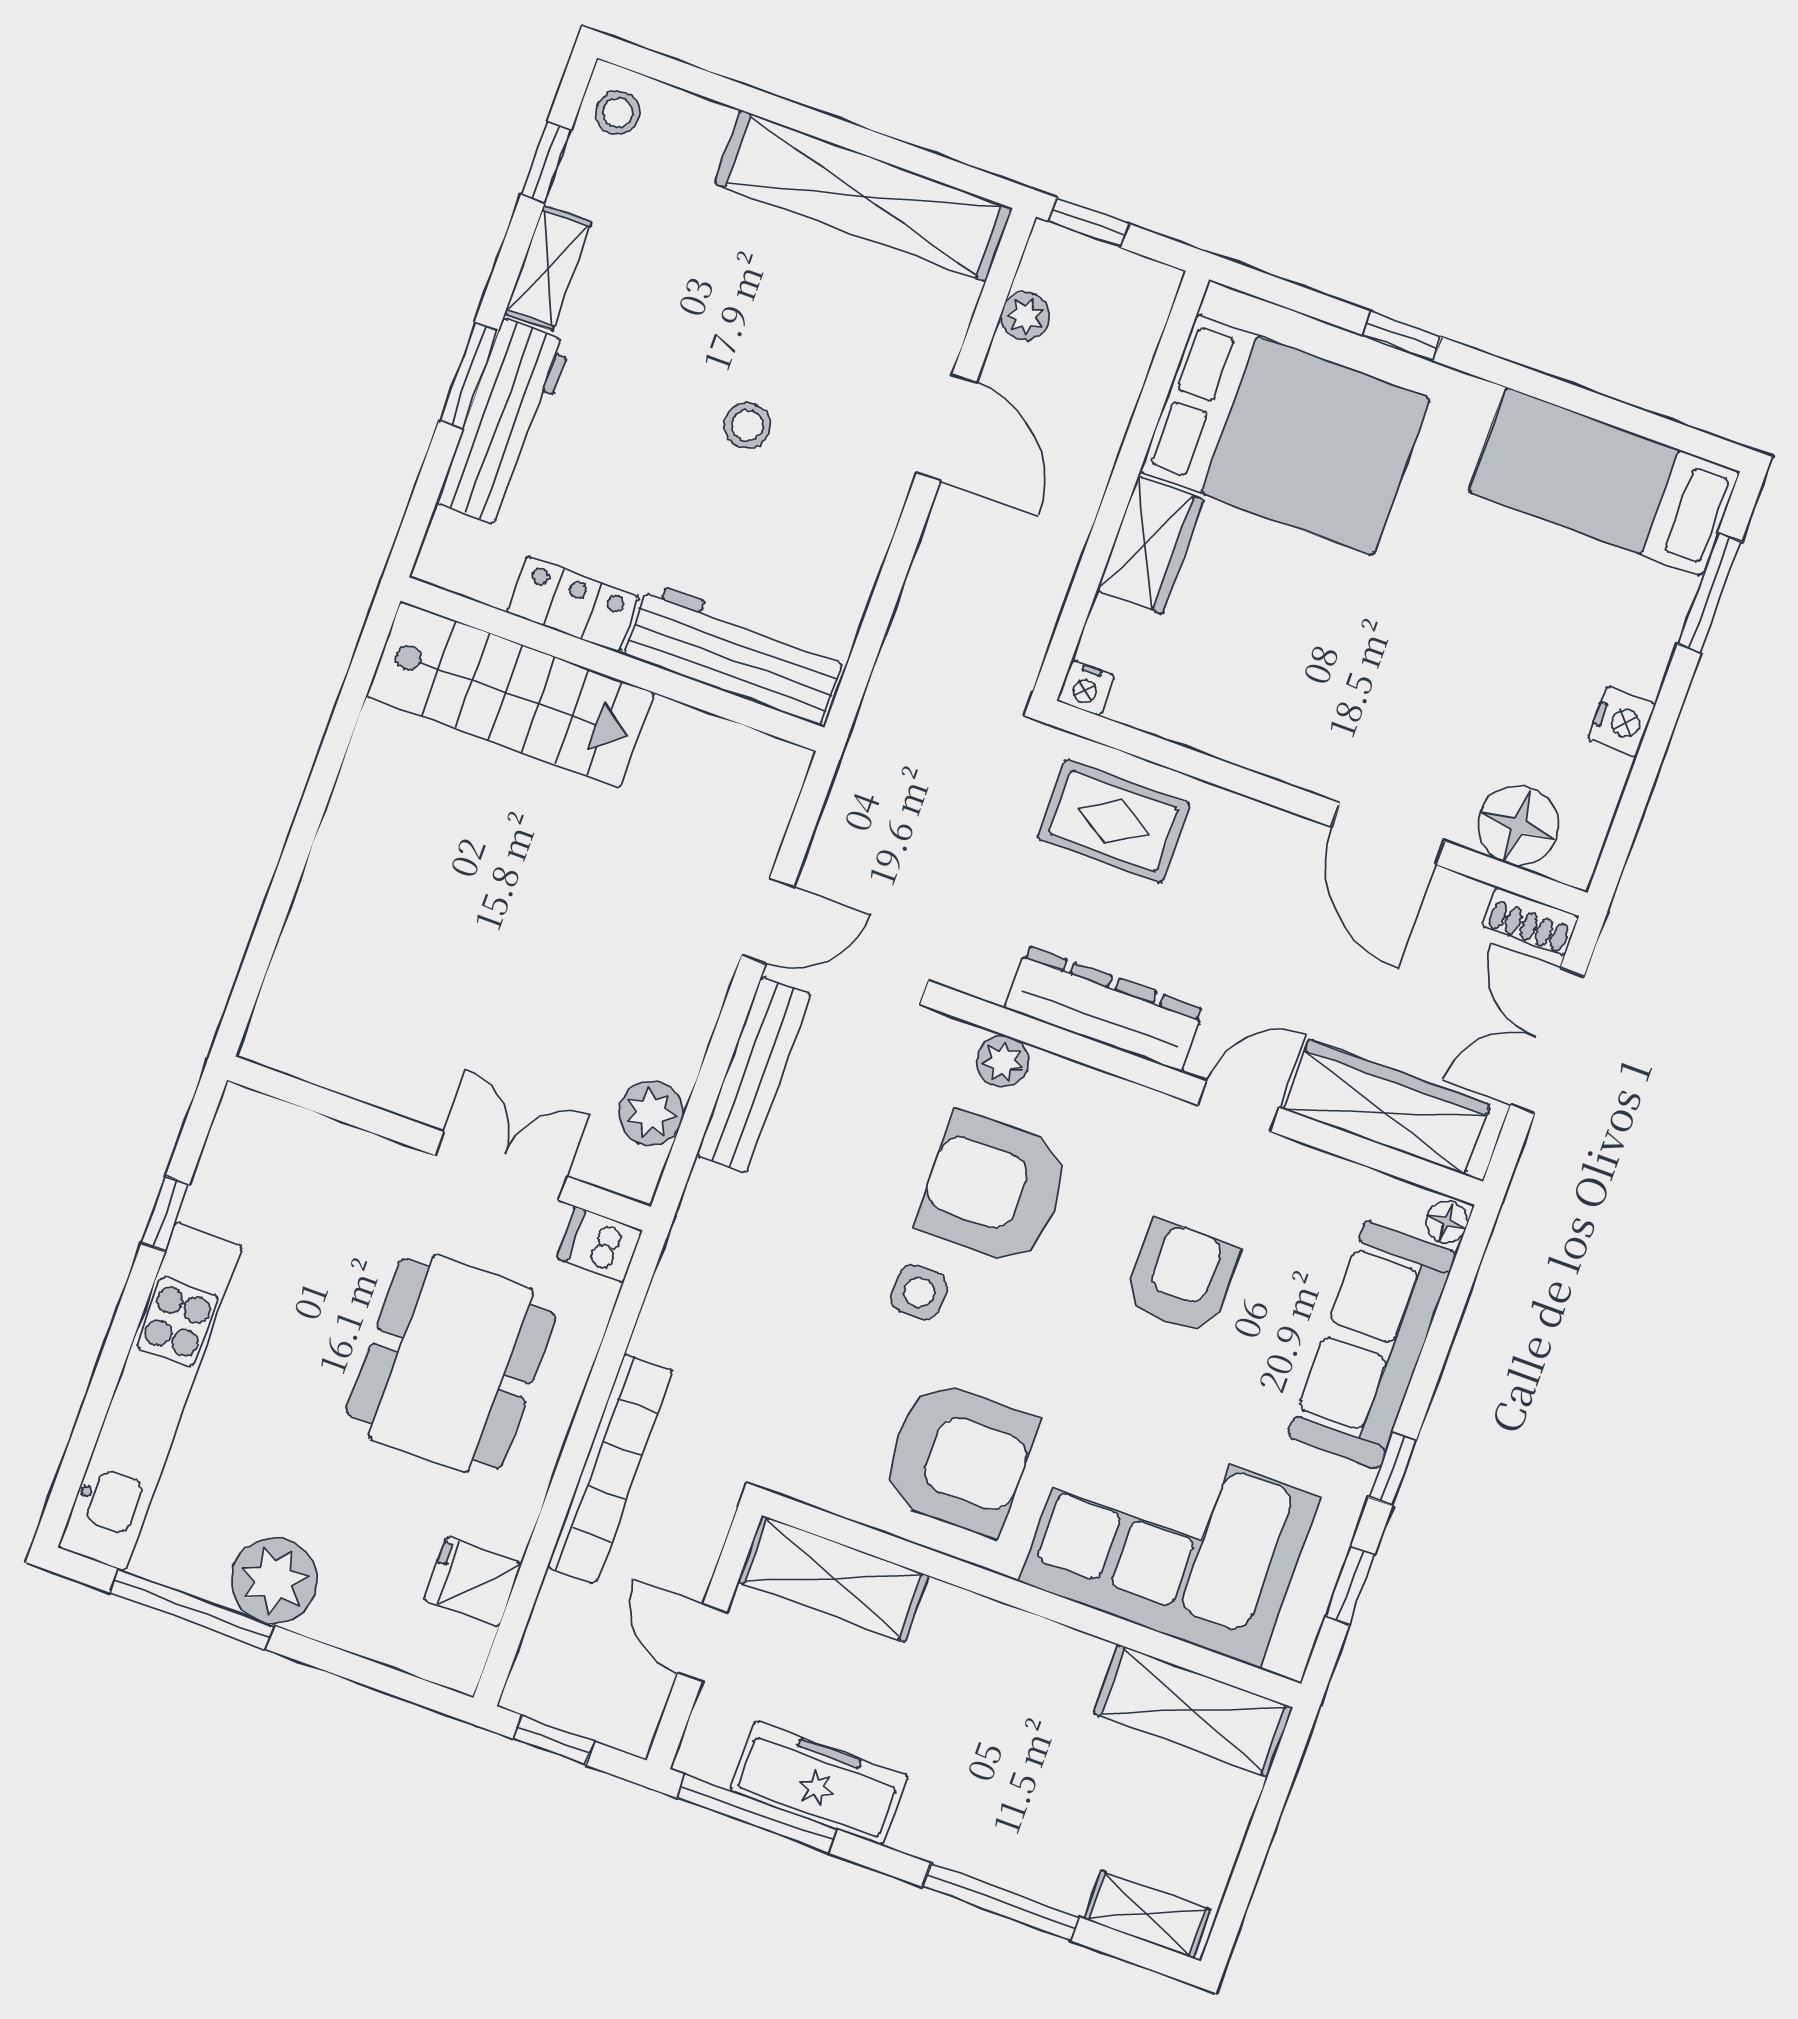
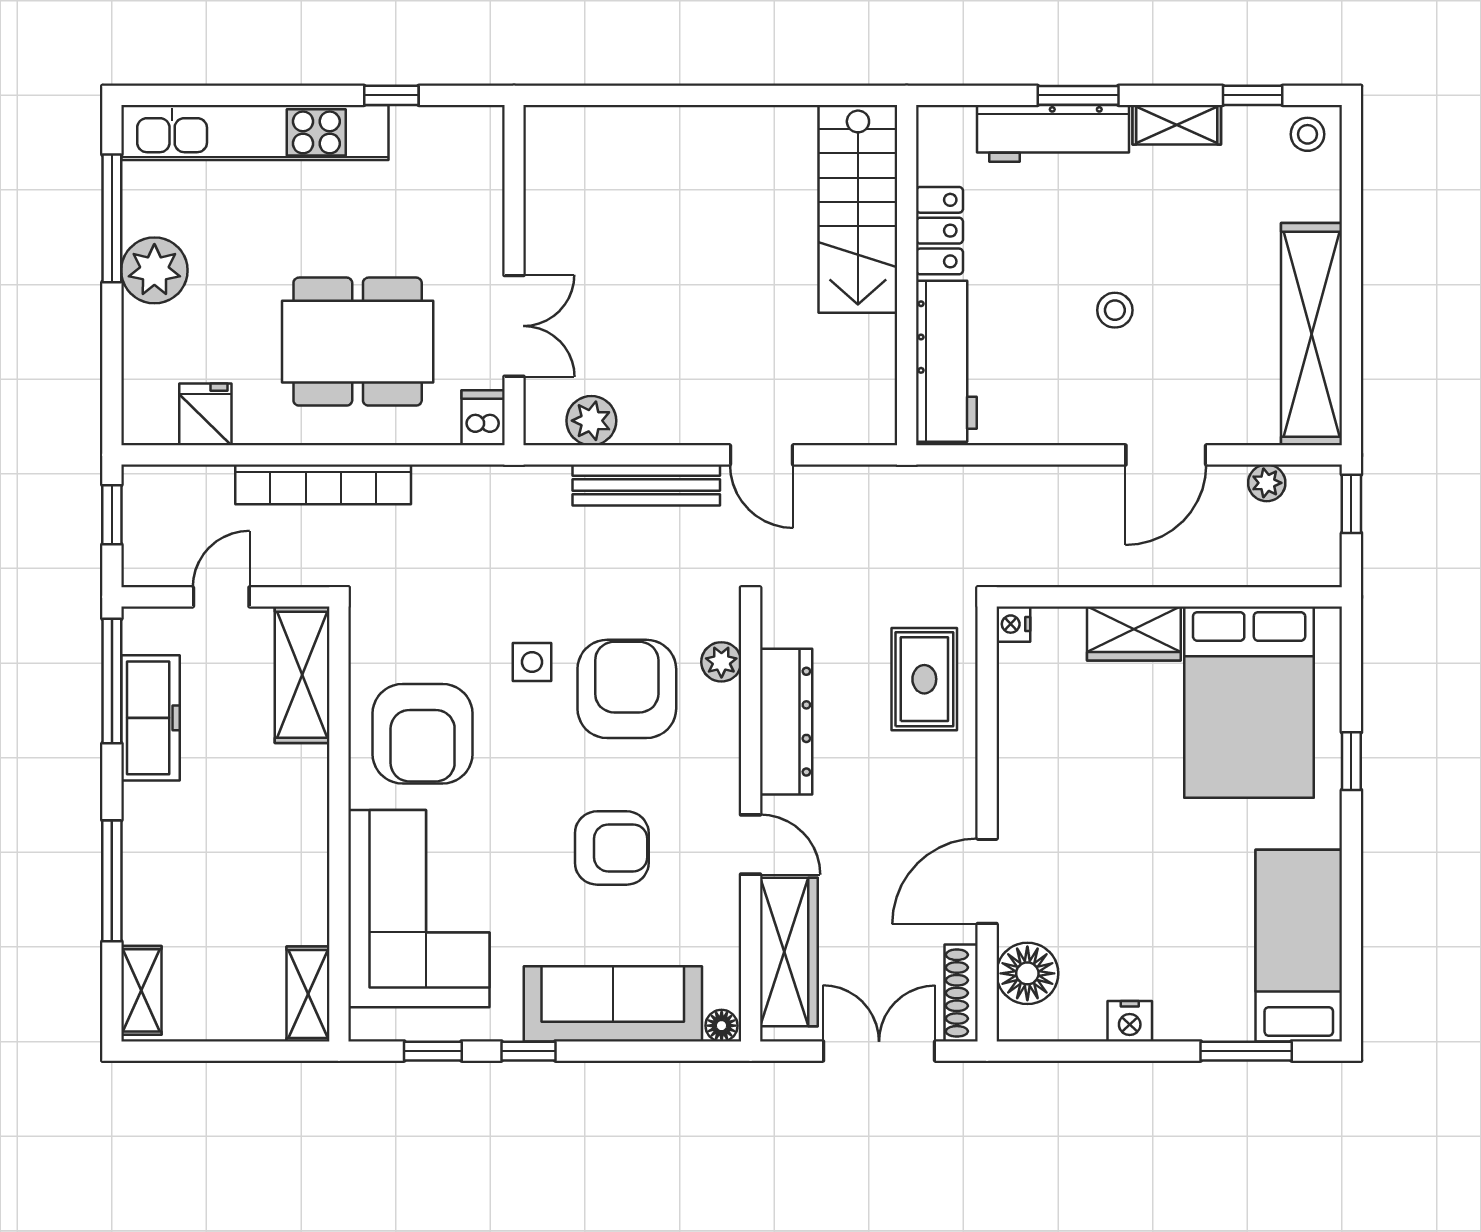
shoe rack: (1531, 921) -> (961, 993), width x1.43
shelving: (1193, 1711) -> (308, 994), width x0.67, depth x0.75

